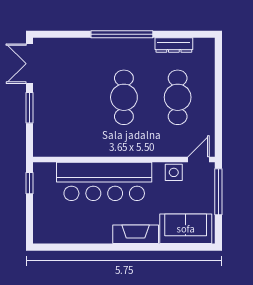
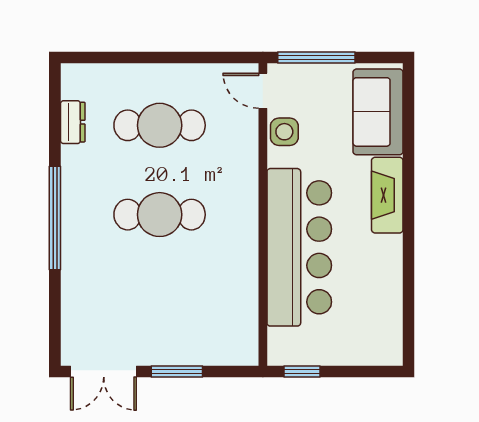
dresser: (174, 45) -> (73, 122), width x0.70

